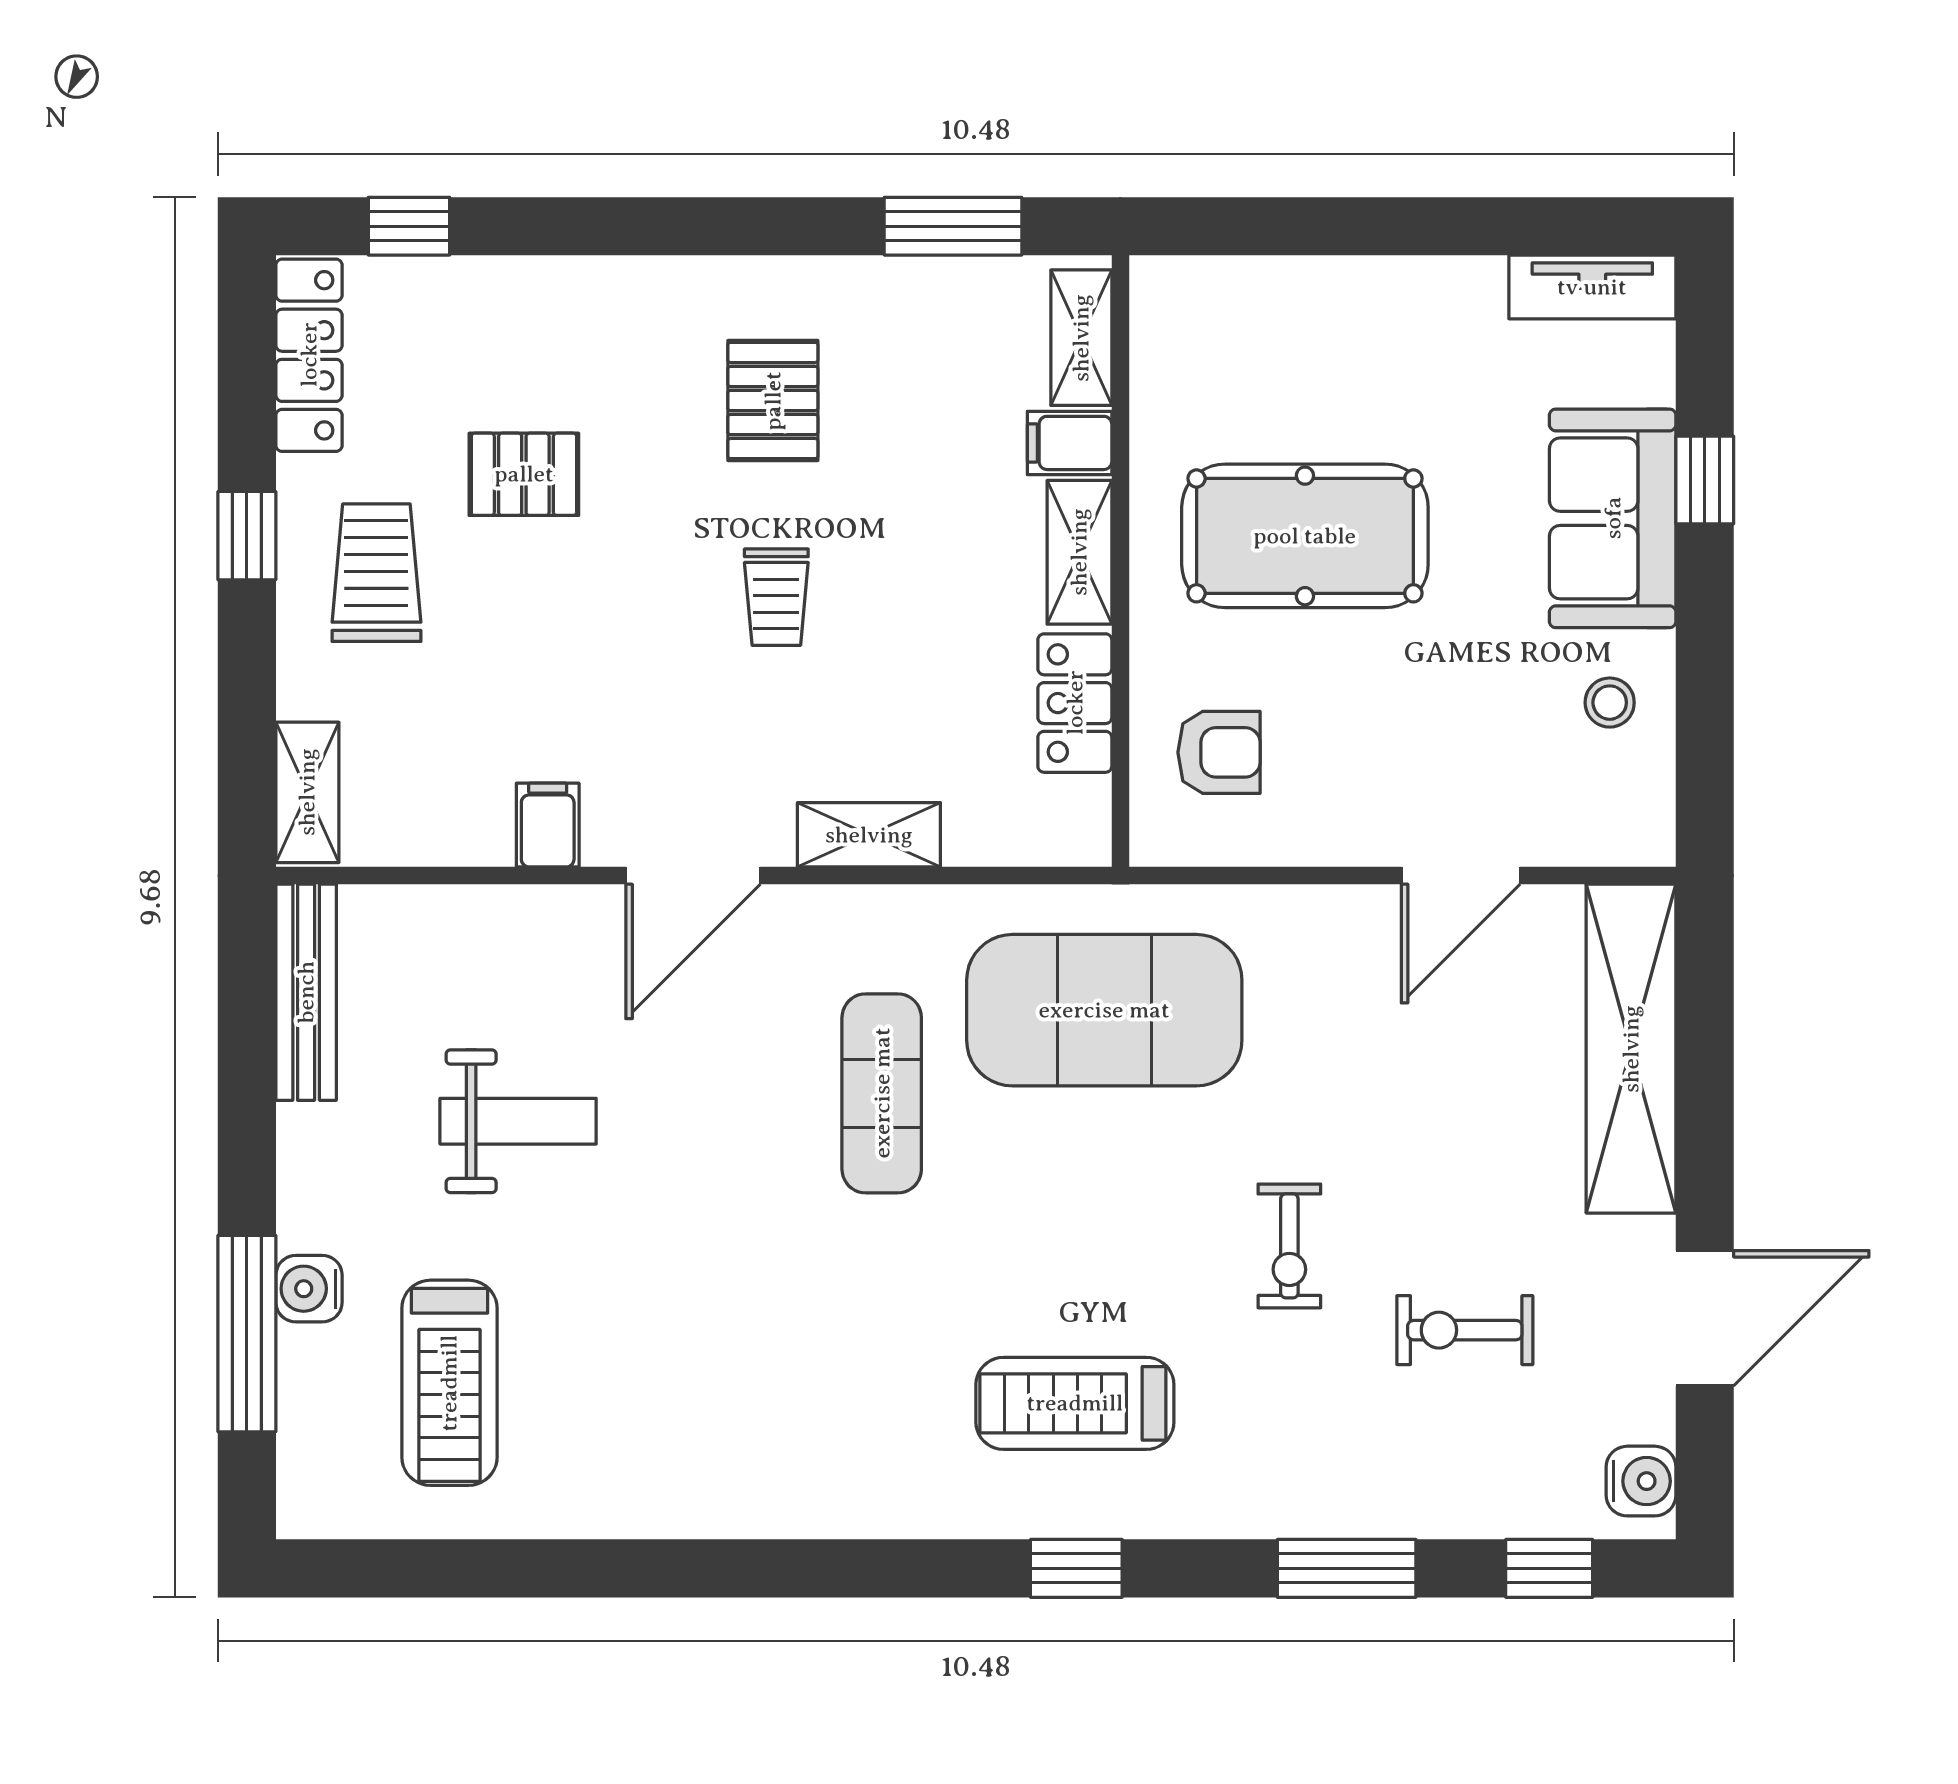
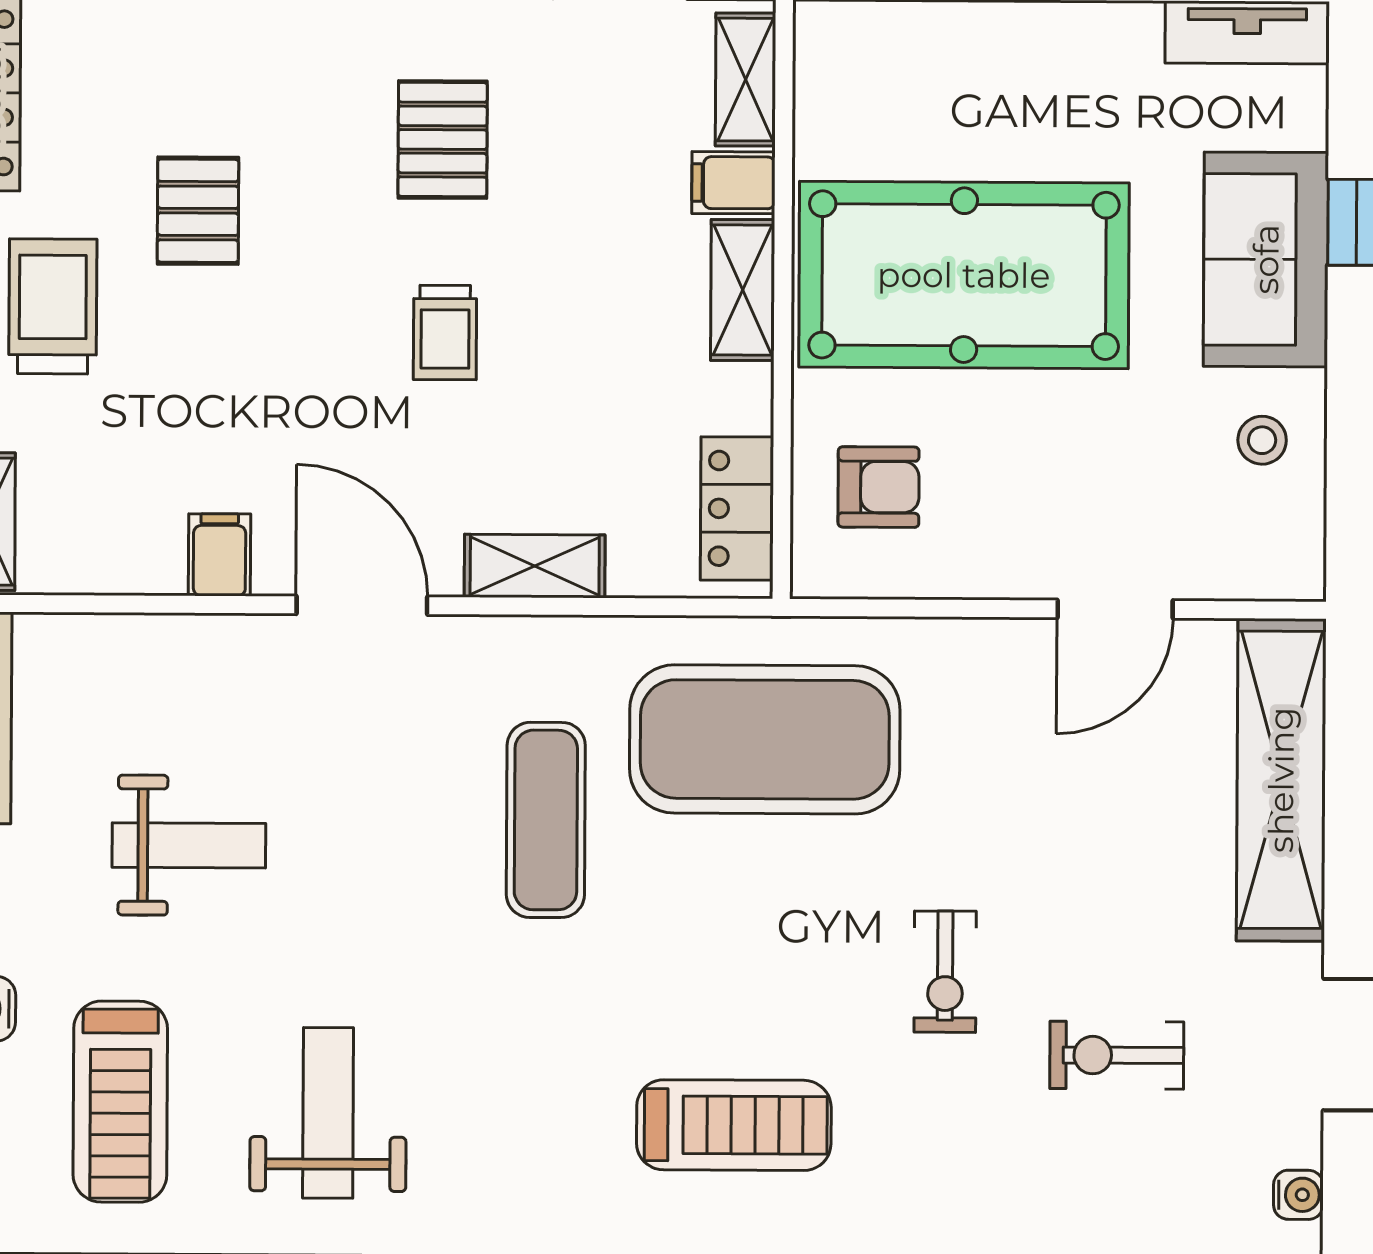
pallet: (524, 474) -> (198, 211), turned 90
pool table: (1305, 536) -> (964, 275), width x1.36, depth x1.32
locker: (1075, 703) -> (737, 508), moved
door: (693, 876) -> (362, 605), swing flipped
weight bench: (661, 1393) -> (328, 1113), added
treadmill: (1075, 1403) -> (734, 1125), turned 180
water cooler: (1641, 1481) -> (1298, 1195), width x0.72, depth x0.72

